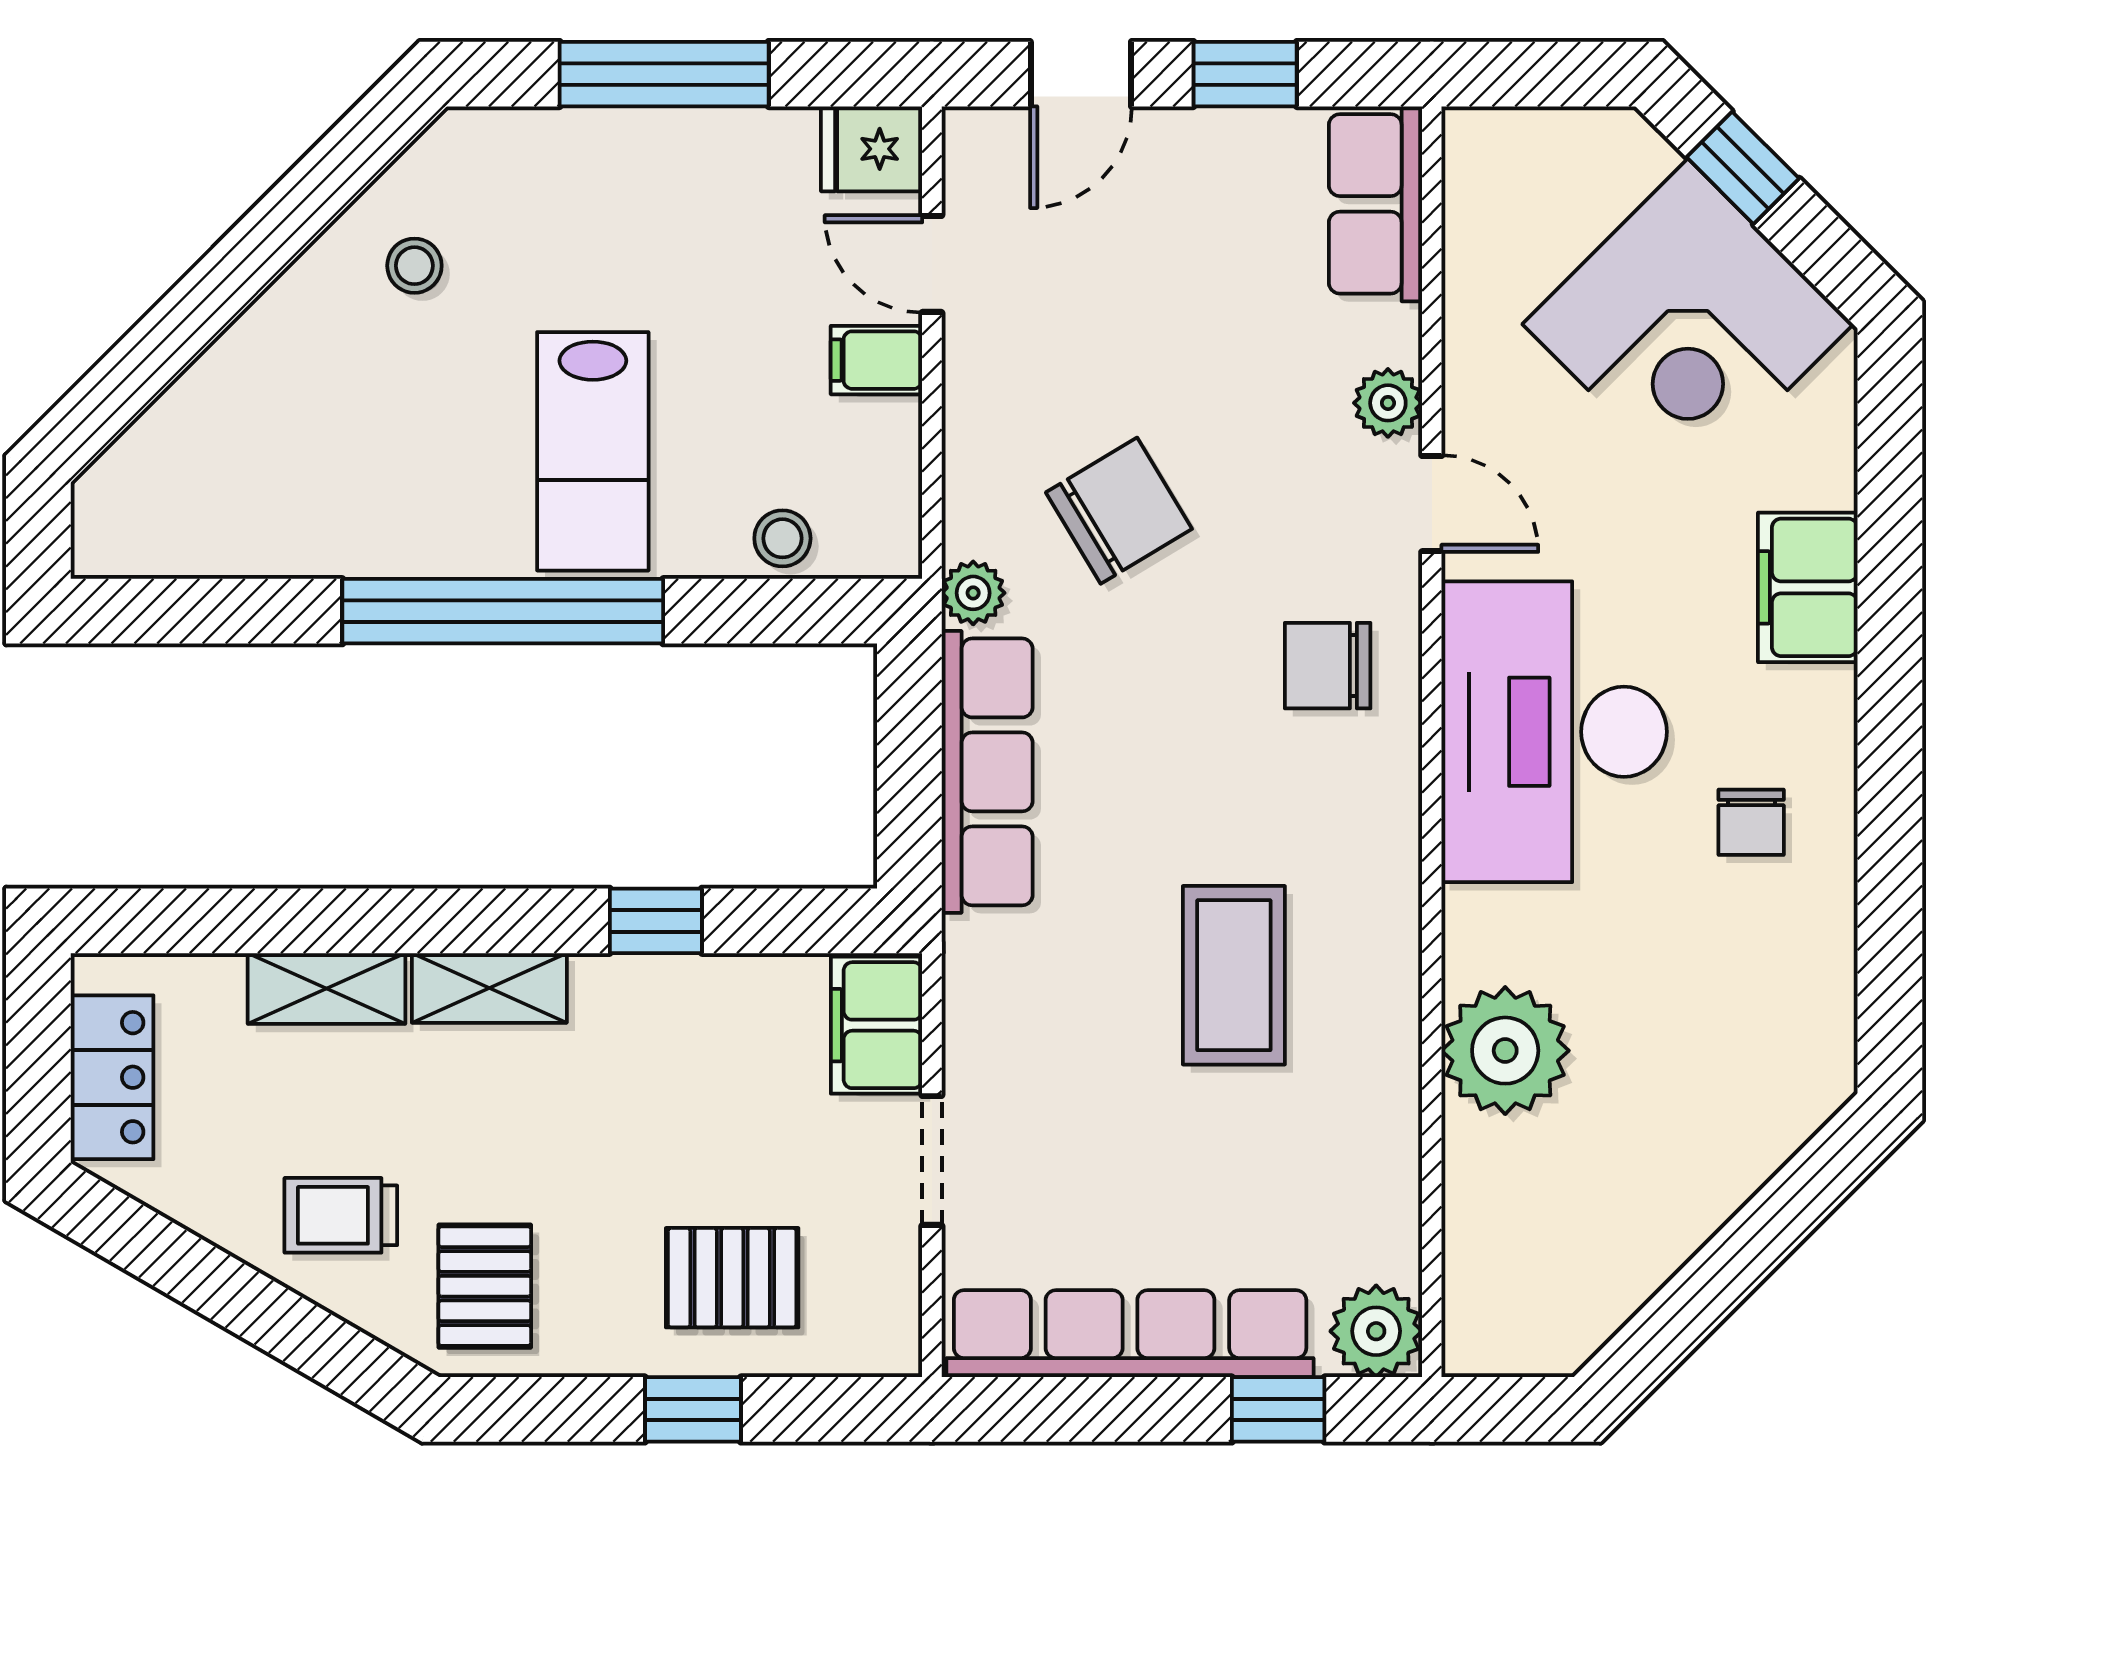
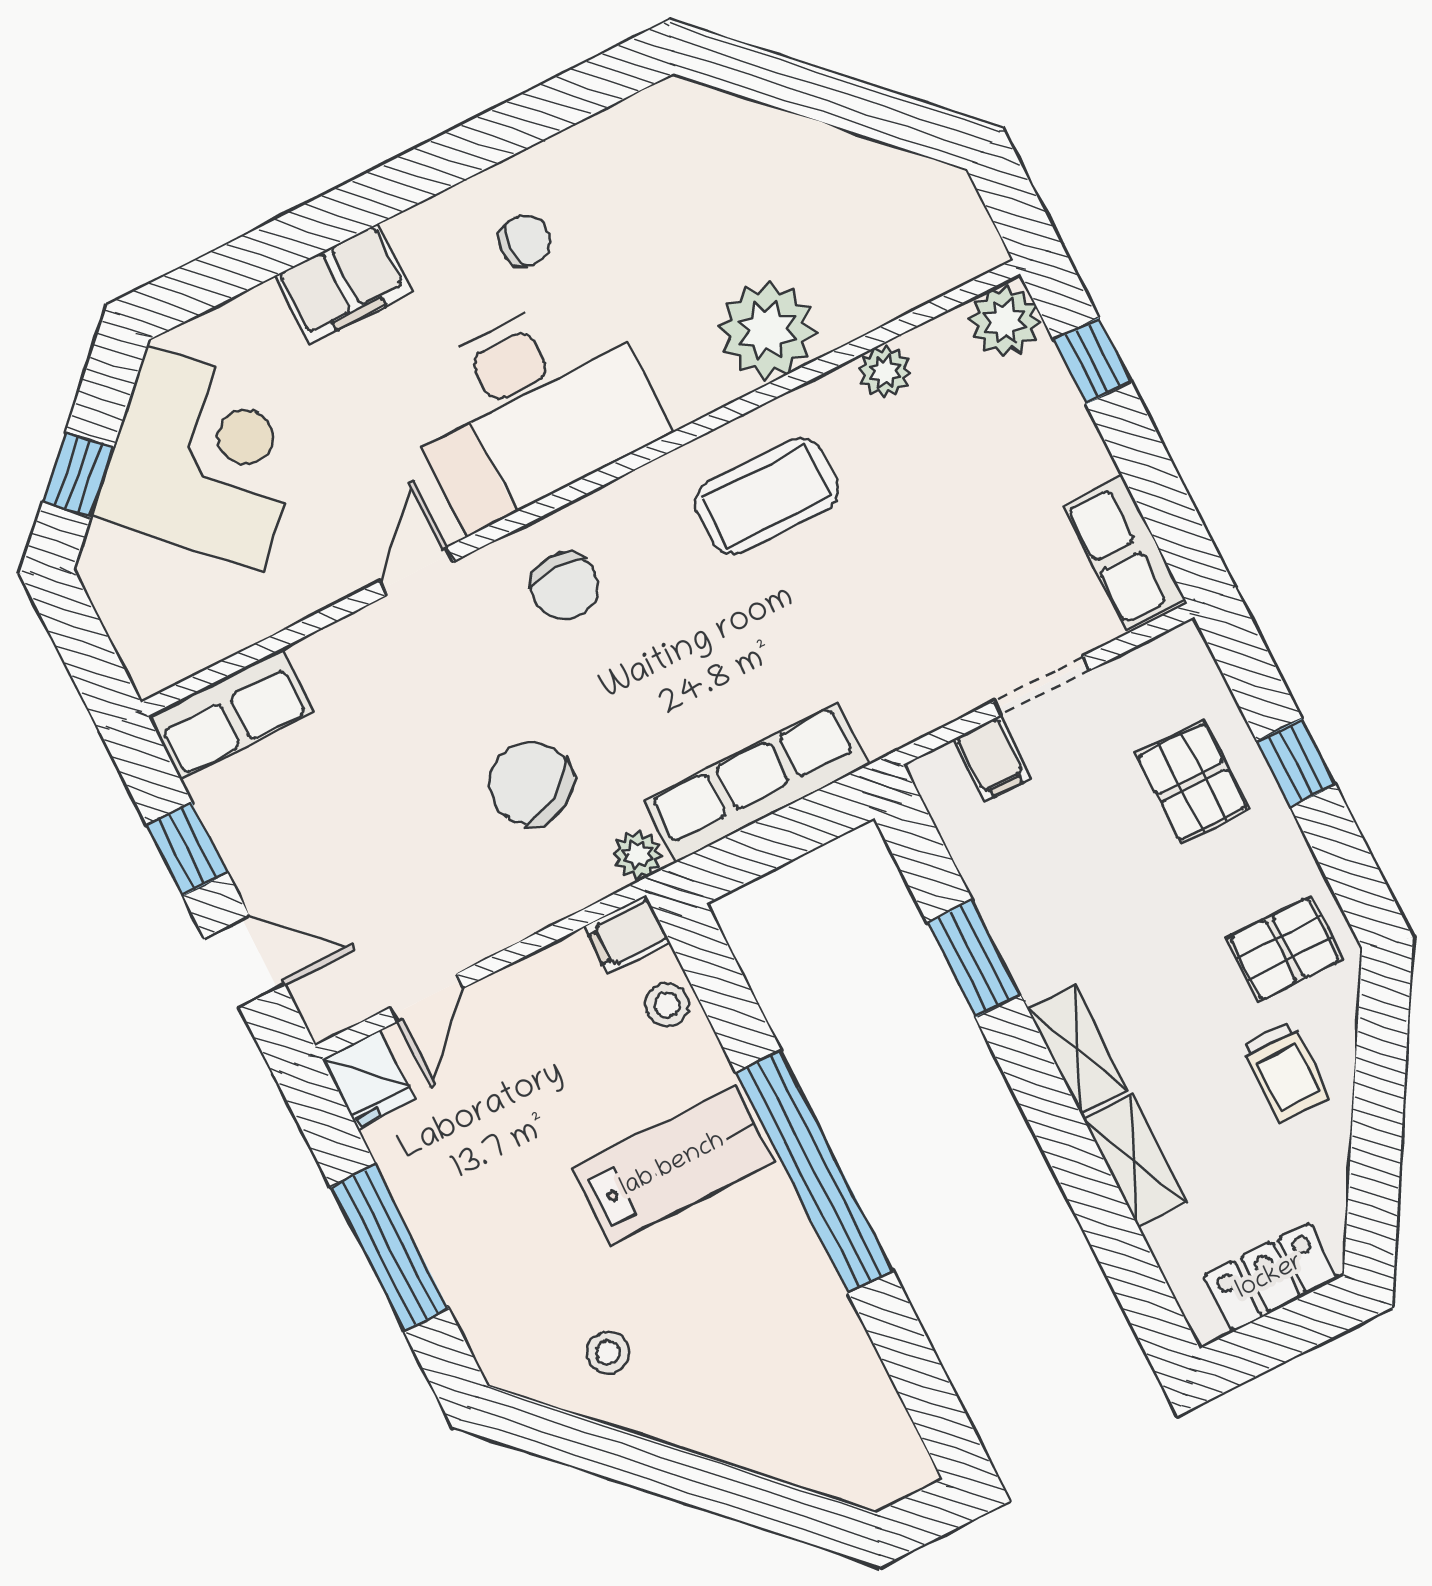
filing cabinet: (876, 360) -> (627, 934), moved, turned 90
plant: (1388, 403) -> (885, 372), moved
window: (656, 921) -> (974, 958), width x1.50
coffee table: (1234, 975) -> (767, 496), moved
filing cabinet: (877, 1025) -> (992, 759), width x0.50
row of seats: (1130, 1334) -> (1124, 553), width x0.50

